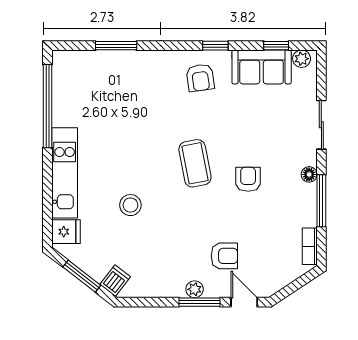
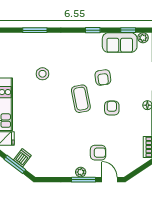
armchair: (200, 78) -> (103, 77), moved
stool: (130, 205) -> (43, 74), moved
dishwasher: (115, 281) -> (22, 158), moved

